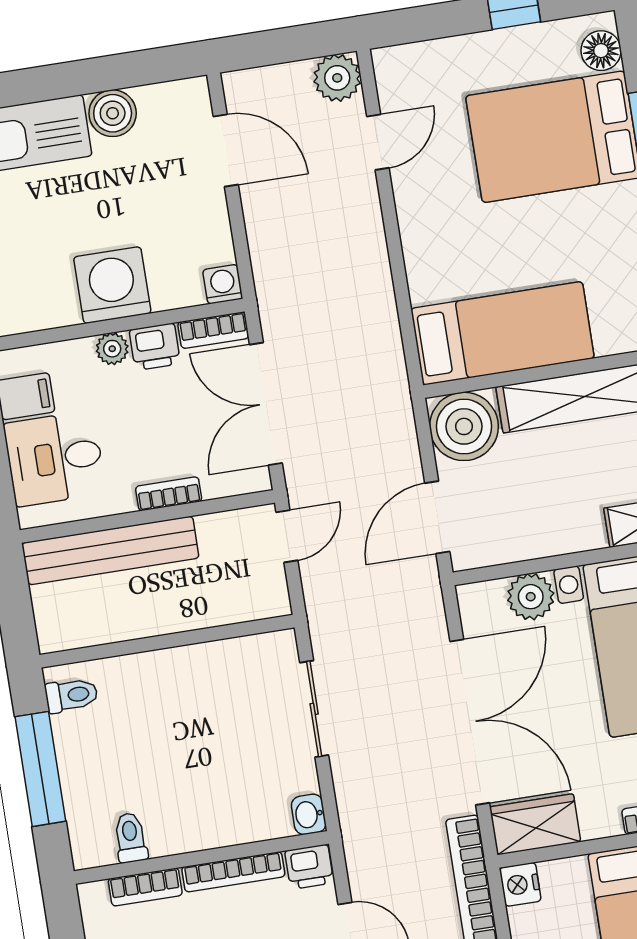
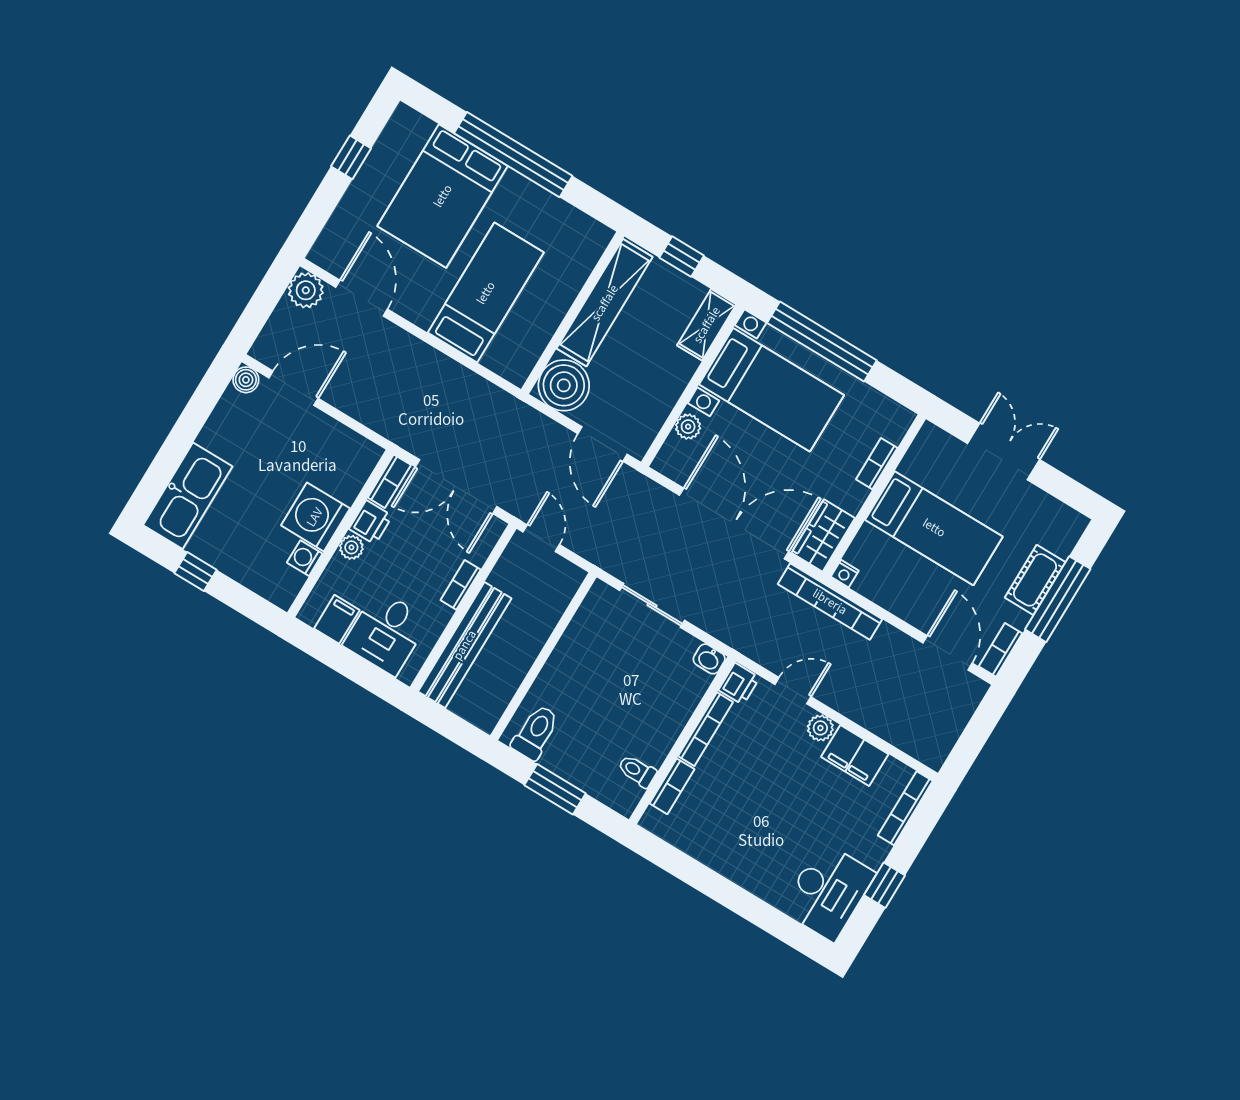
floor lamp: (601, 51) -> (417, 128), removed
boiler: (113, 113) -> (246, 380), moved, width x0.73, depth x0.73
door: (378, 142) -> (362, 298), width x1.38
washing machine: (223, 284) -> (305, 558), moved
bed: (502, 333) -> (486, 293), moved
plant: (531, 597) -> (688, 427), width x0.73, depth x0.73
toilet: (71, 695) -> (536, 732), width x1.37, depth x1.39
window: (40, 769) -> (555, 789), width x0.69
nightstand: (520, 884) -> (845, 574), width x0.72, depth x0.74

